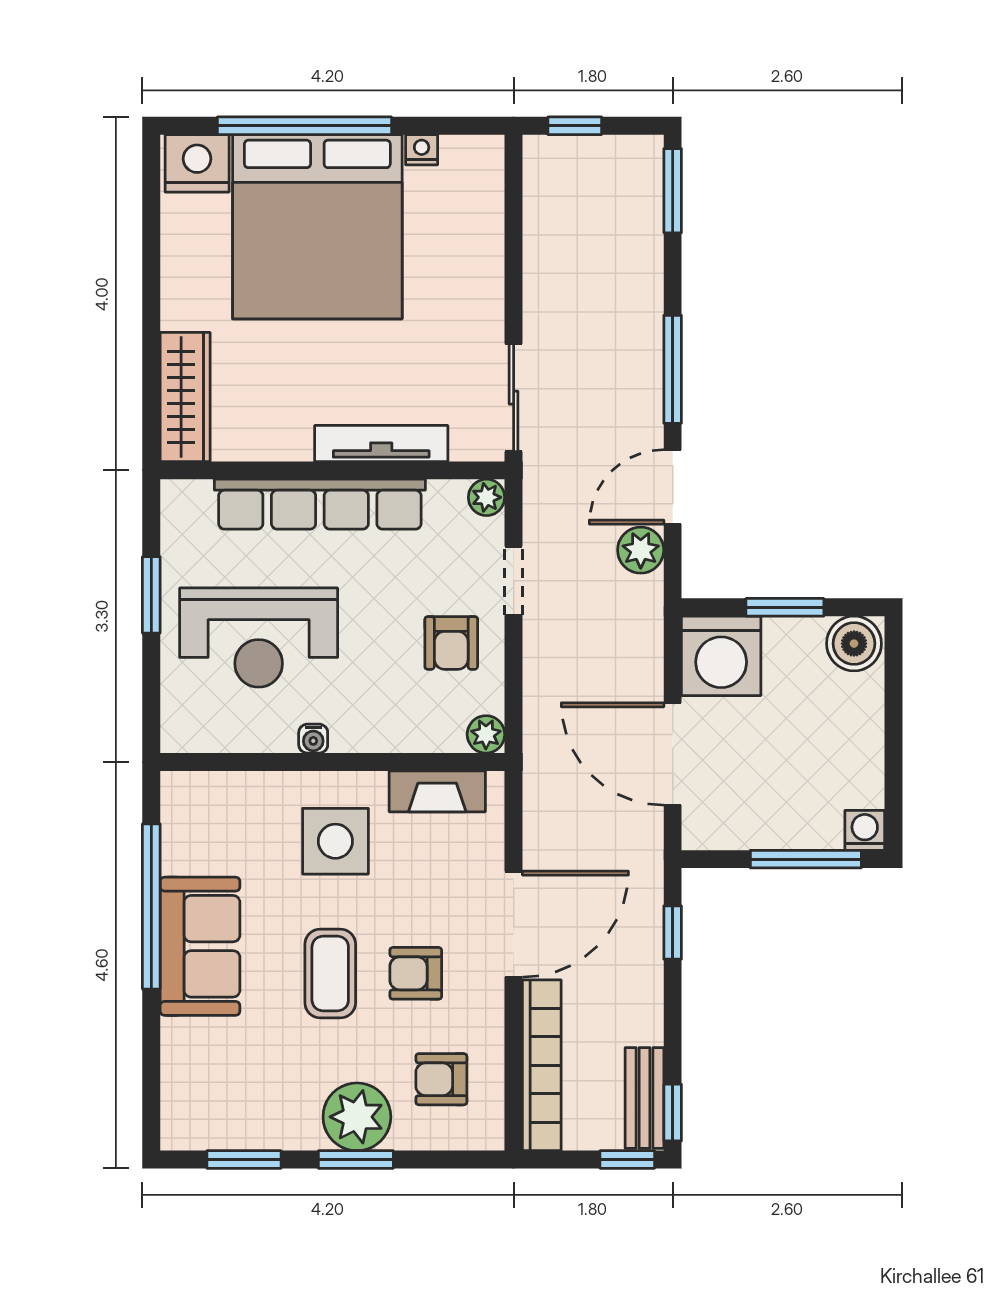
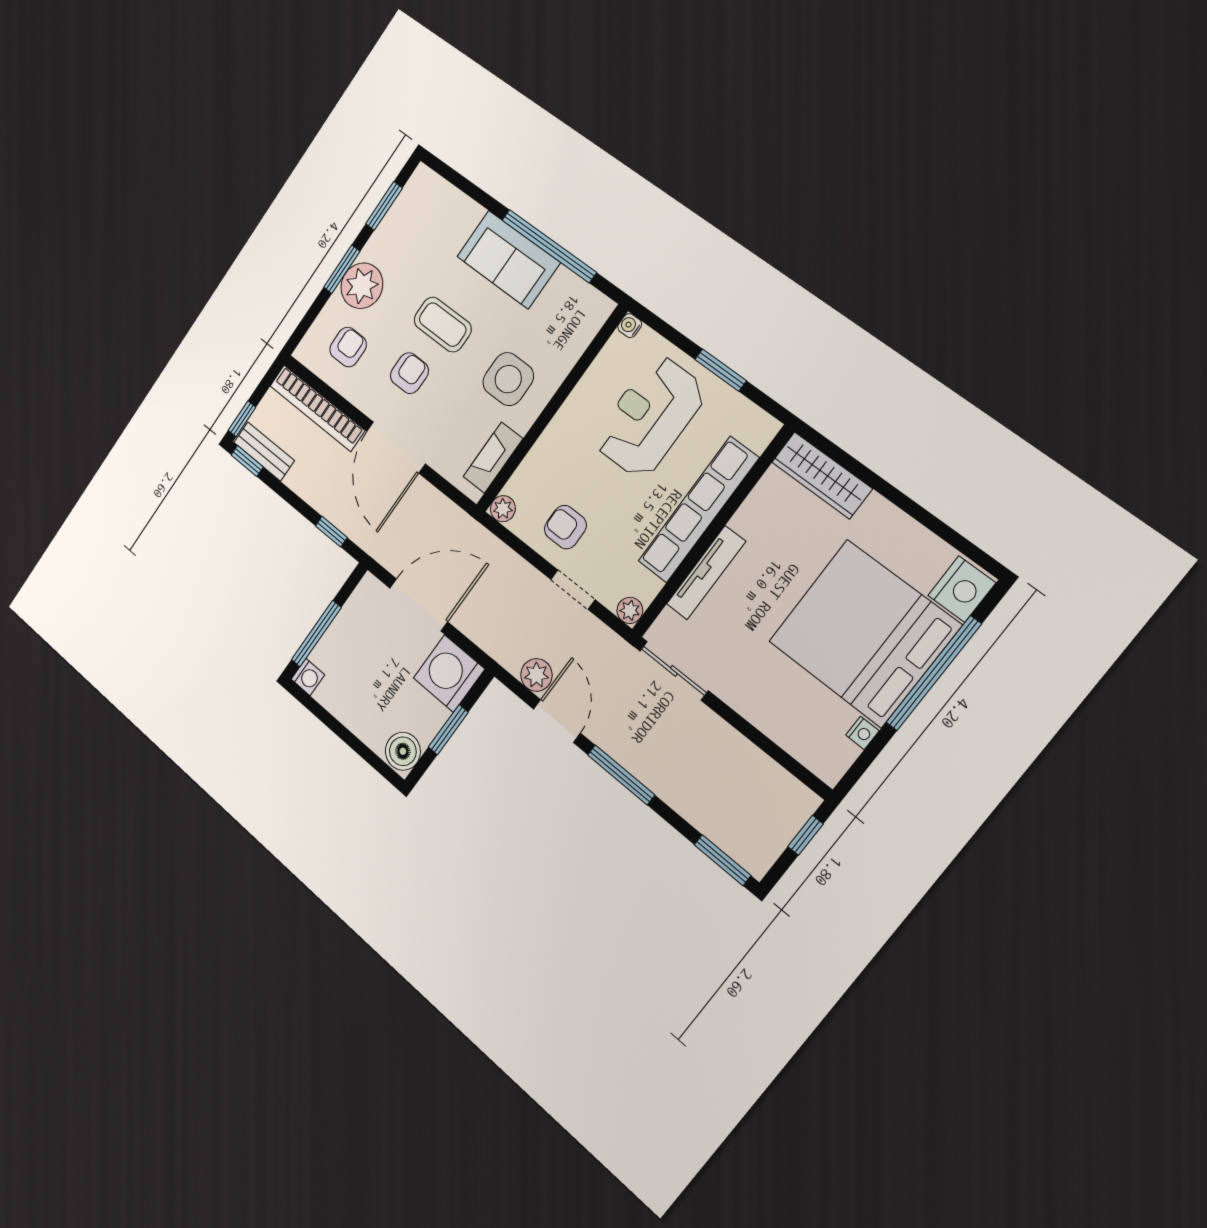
water cooler: (313, 739) -> (630, 326), moved

